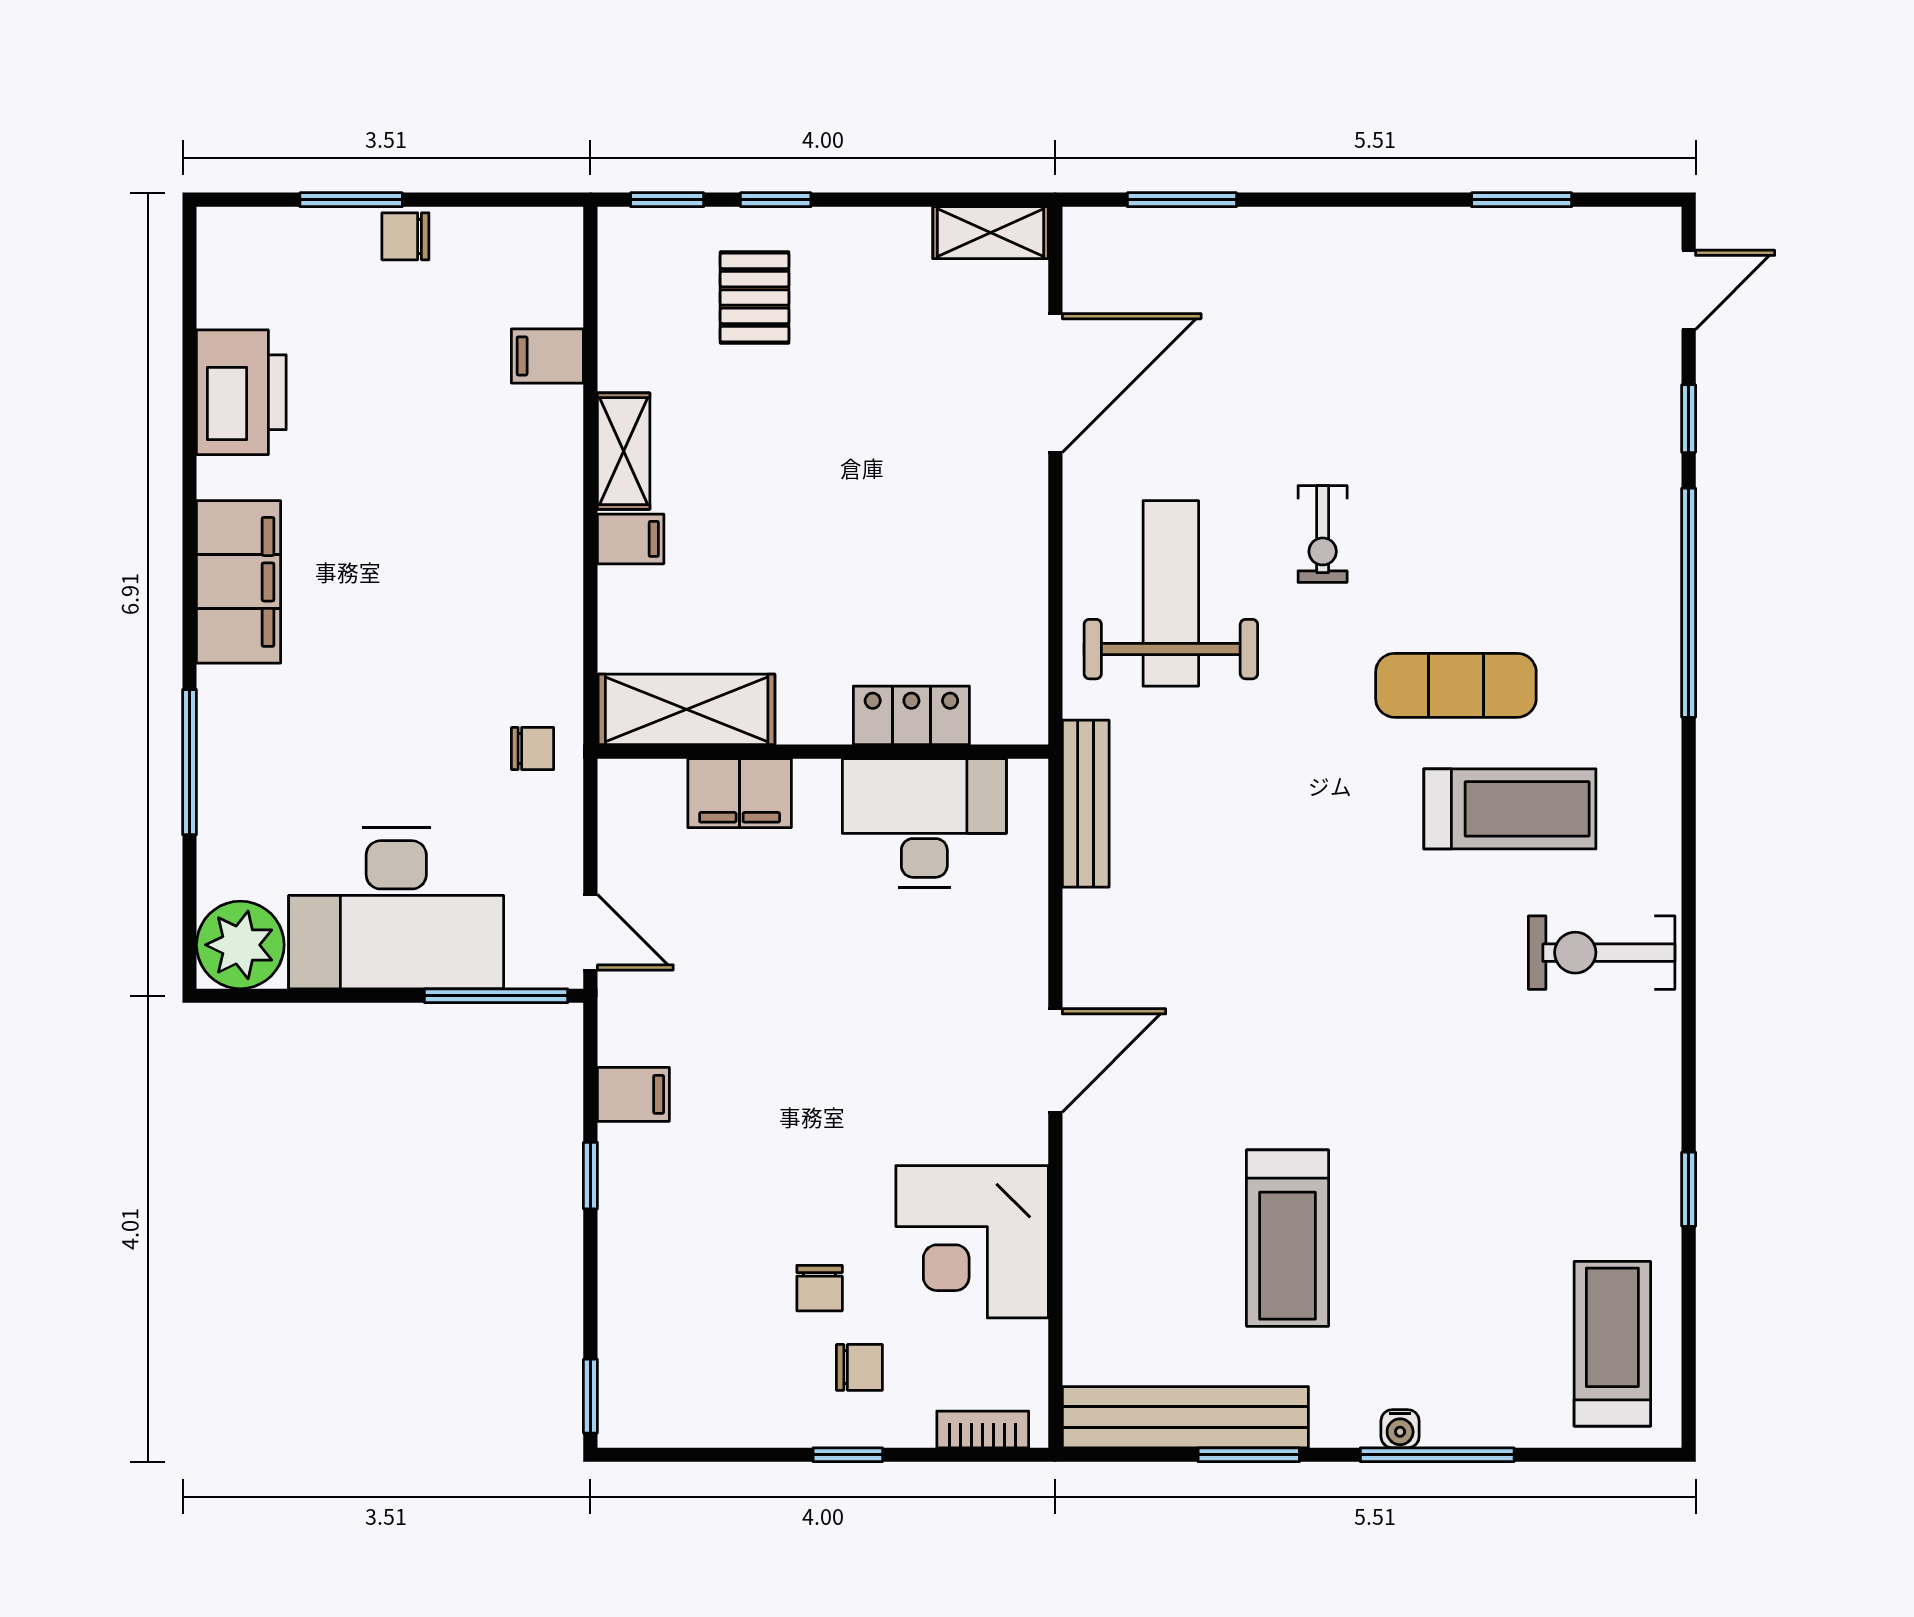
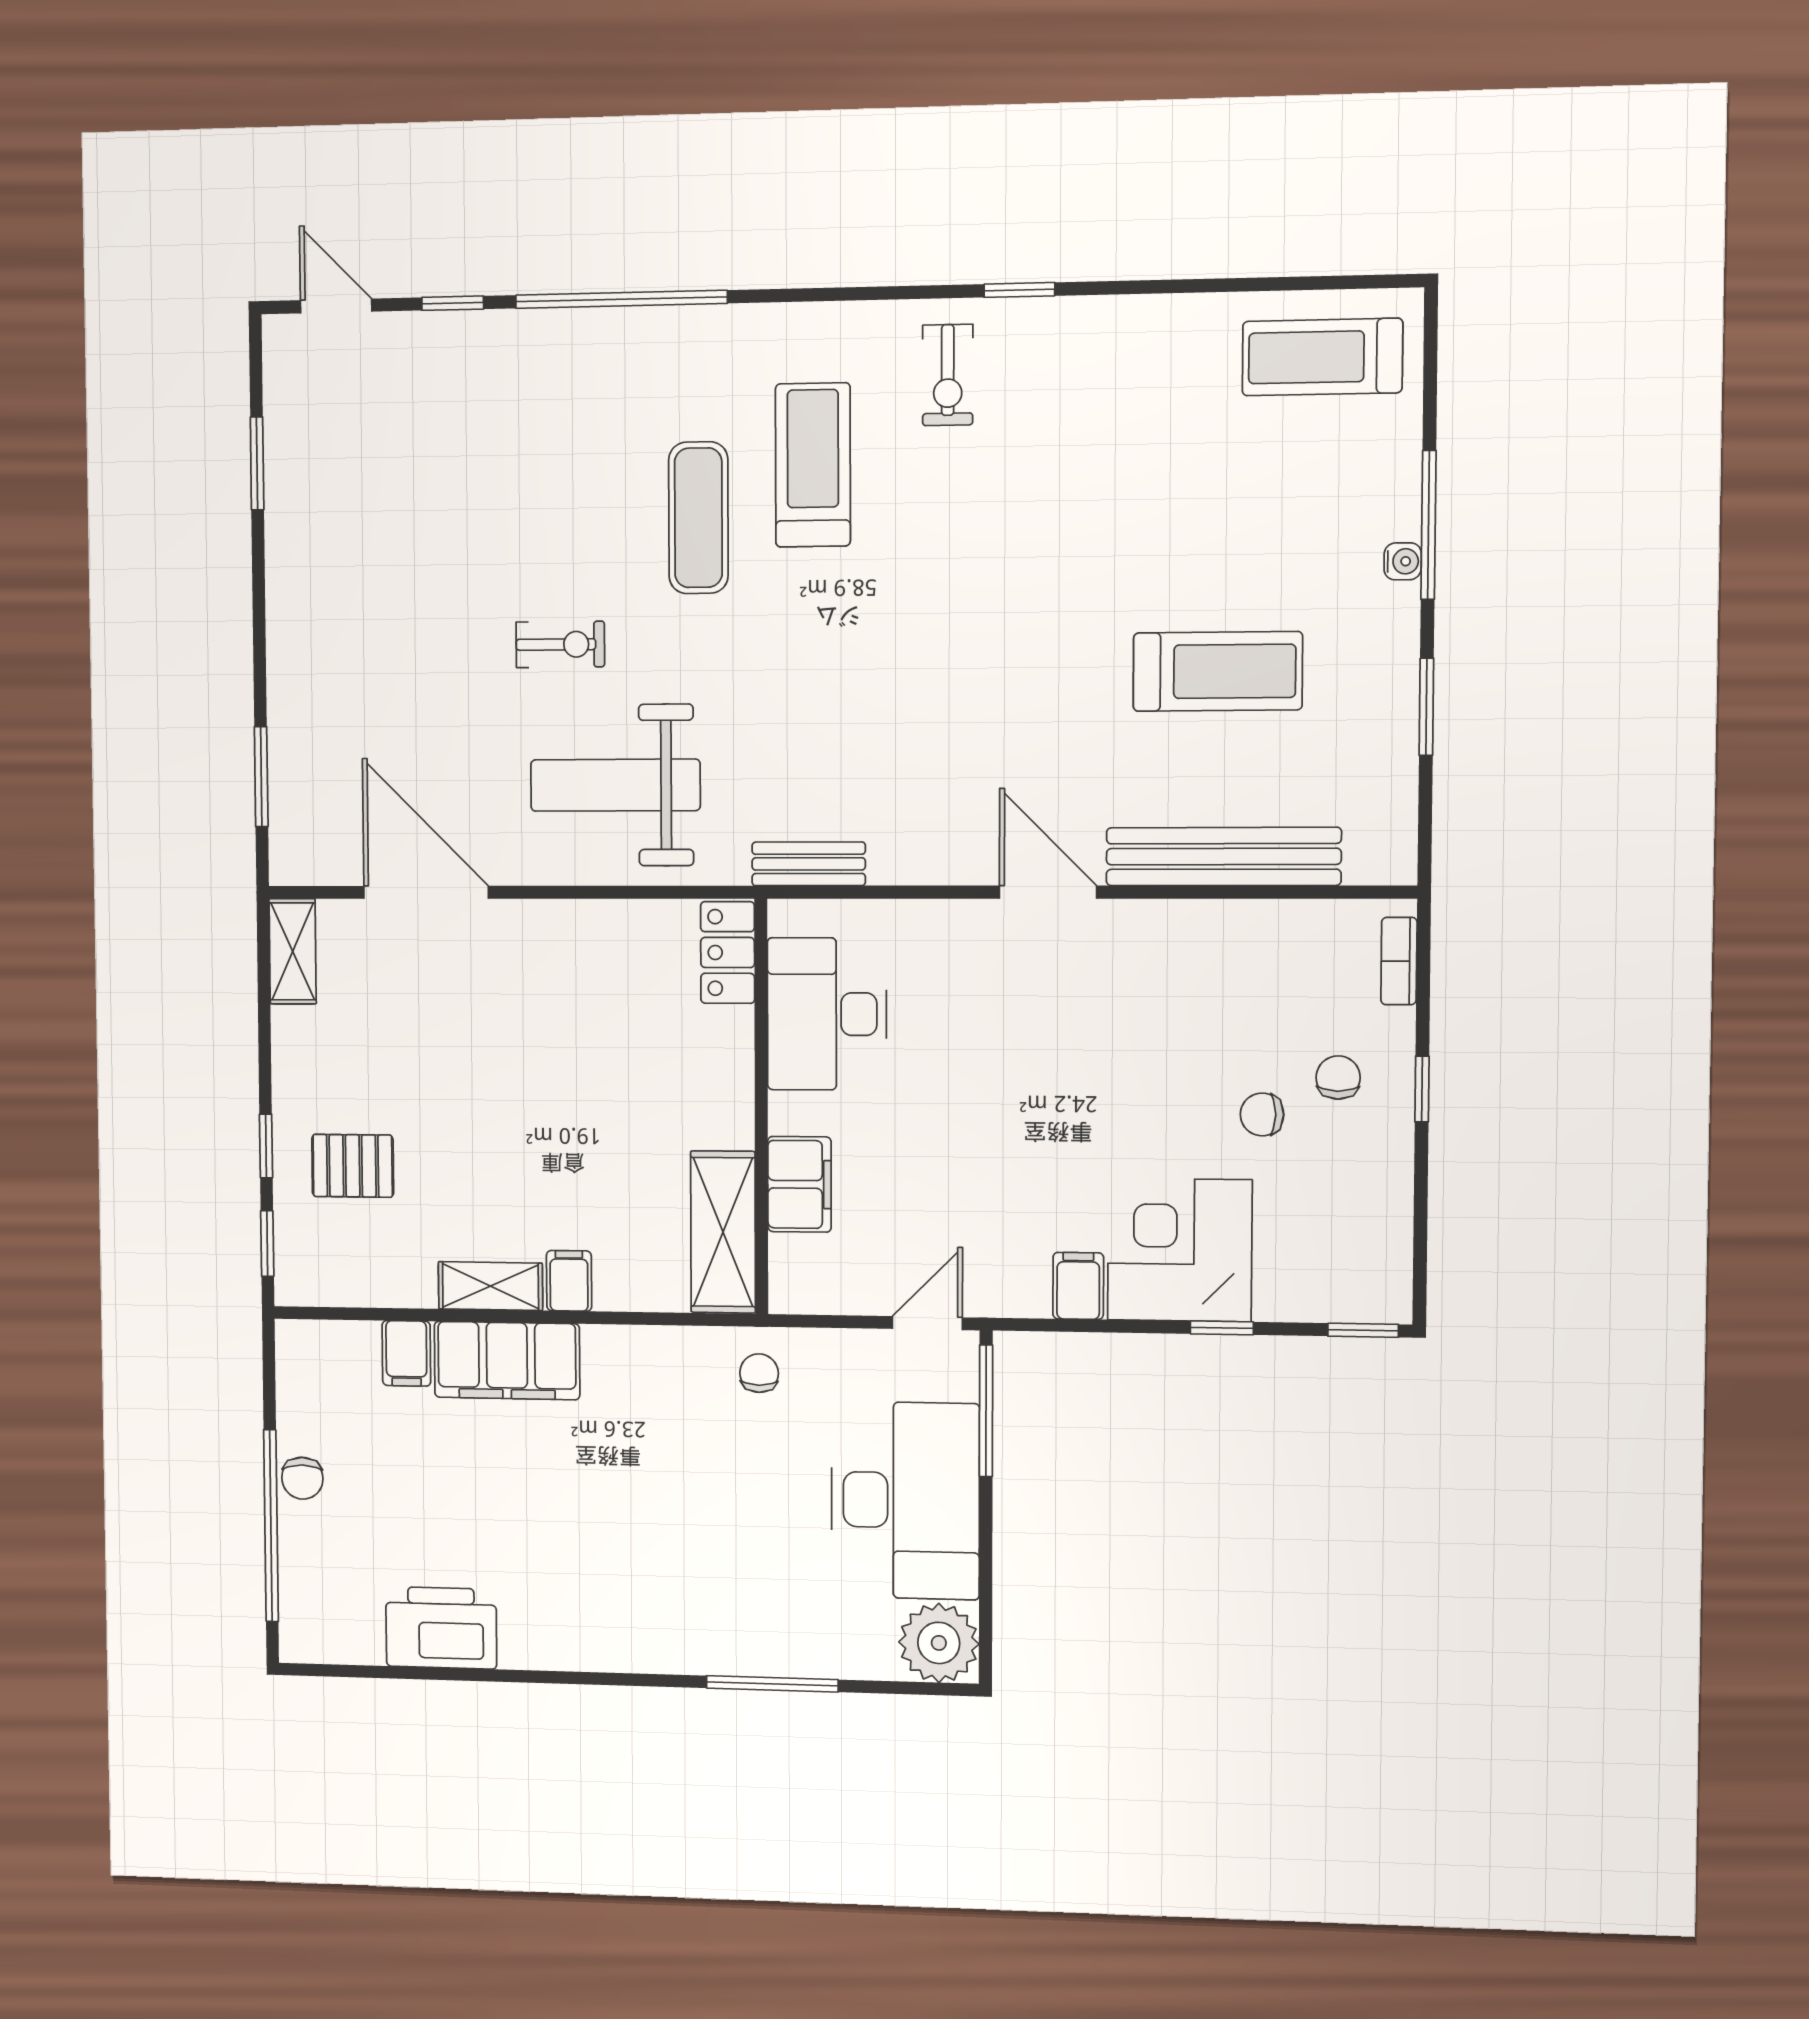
window: (351, 200) -> (271, 1526), width x2.11
filing cabinet: (239, 582) -> (507, 1361), moved, turned 180
locker: (911, 715) -> (728, 953), moved
bench: (1086, 804) -> (809, 864), width x0.73
exercise bike: (1602, 953) -> (948, 375), width x0.73, depth x0.72
window: (590, 1176) -> (1222, 1328), moved
window: (1689, 1189) -> (1019, 290), moved
corner desk: (972, 1242) -> (1180, 1250), moved, turned 180
chair: (820, 1288) -> (1262, 1114), turned 180
bench: (1185, 1417) -> (1223, 856), moved, turned 90

